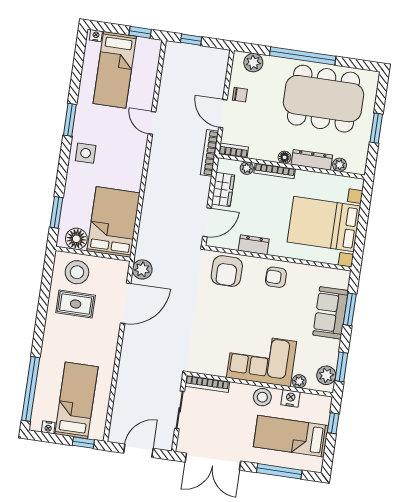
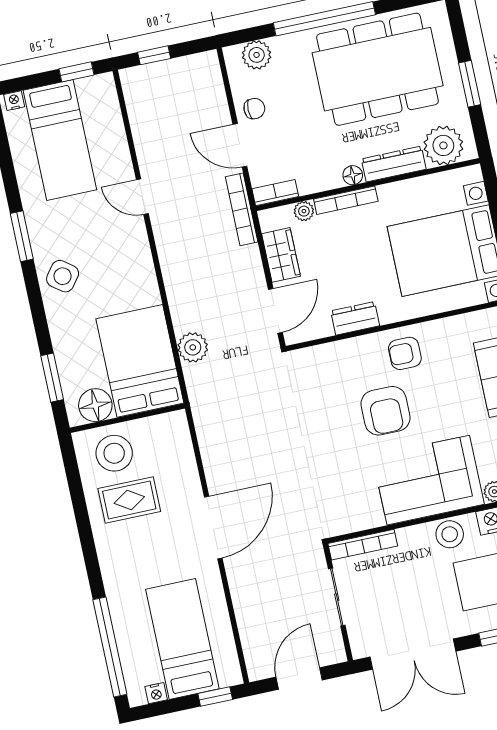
side table: (86, 153) -> (63, 276), turned 37
plant: (339, 165) -> (443, 145), width x1.88, depth x1.88
plant: (142, 269) -> (193, 347), moved
armchair: (227, 271) -> (385, 411), moved
door: (126, 303) -> (213, 527), moved

